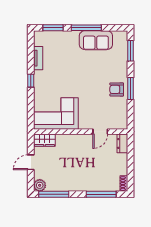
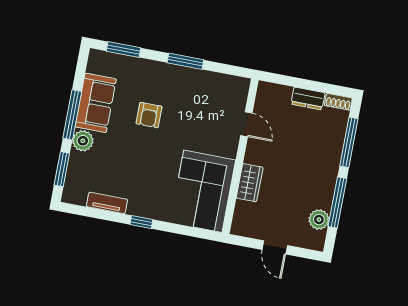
plant: (72, 37) -> (83, 141), added
armchair: (117, 89) -> (149, 115), moved
wardrobe: (44, 140) -> (250, 183), moved
dresser: (122, 143) -> (308, 99), moved
plant: (40, 185) -> (319, 220), moved
window: (54, 194) -> (337, 203), moved

